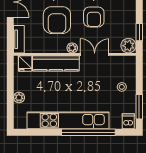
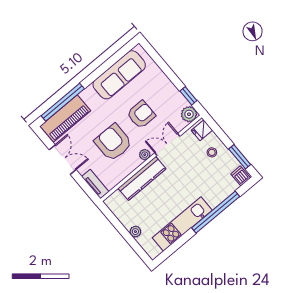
armchair: (94, 17) -> (141, 115), turned -90
armchair: (57, 20) -> (113, 142), turned 180
fridge: (25, 63) -> (202, 130), moved, turned 90
kitchen unit: (68, 120) -> (182, 224), width x0.73

